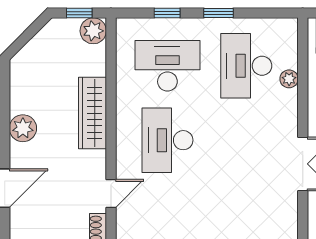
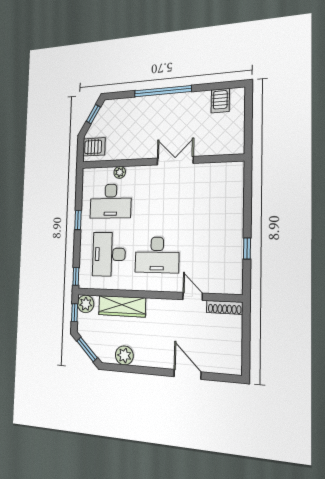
window: (167, 13) -> (76, 276), moved
window: (27, 36) -> (87, 349), added
wardrobe: (92, 113) -> (122, 306), moved
plant: (23, 128) -> (124, 355), moved

